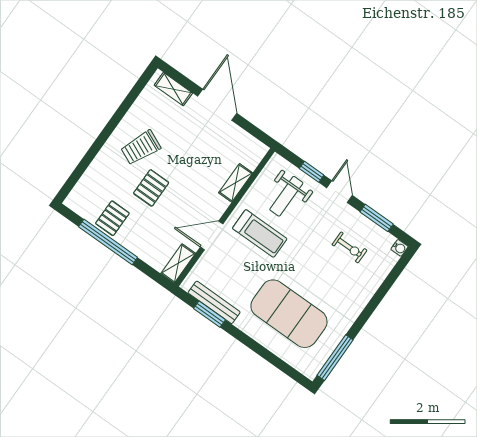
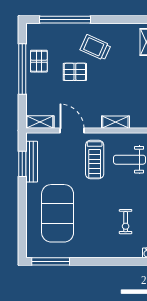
window: (88, 159) -> (65, 20), added
pallet: (112, 218) -> (39, 61), turned 90

